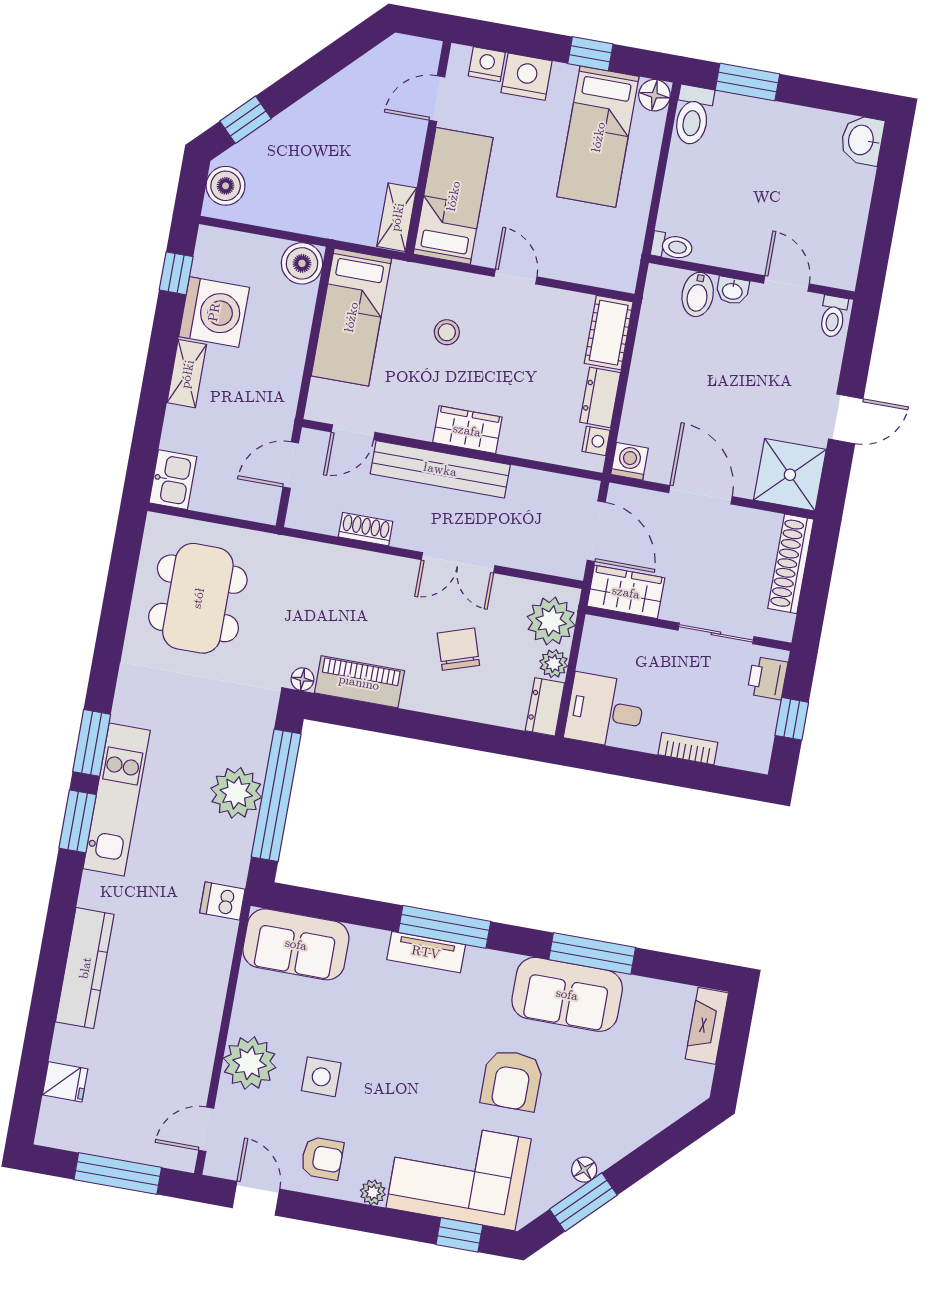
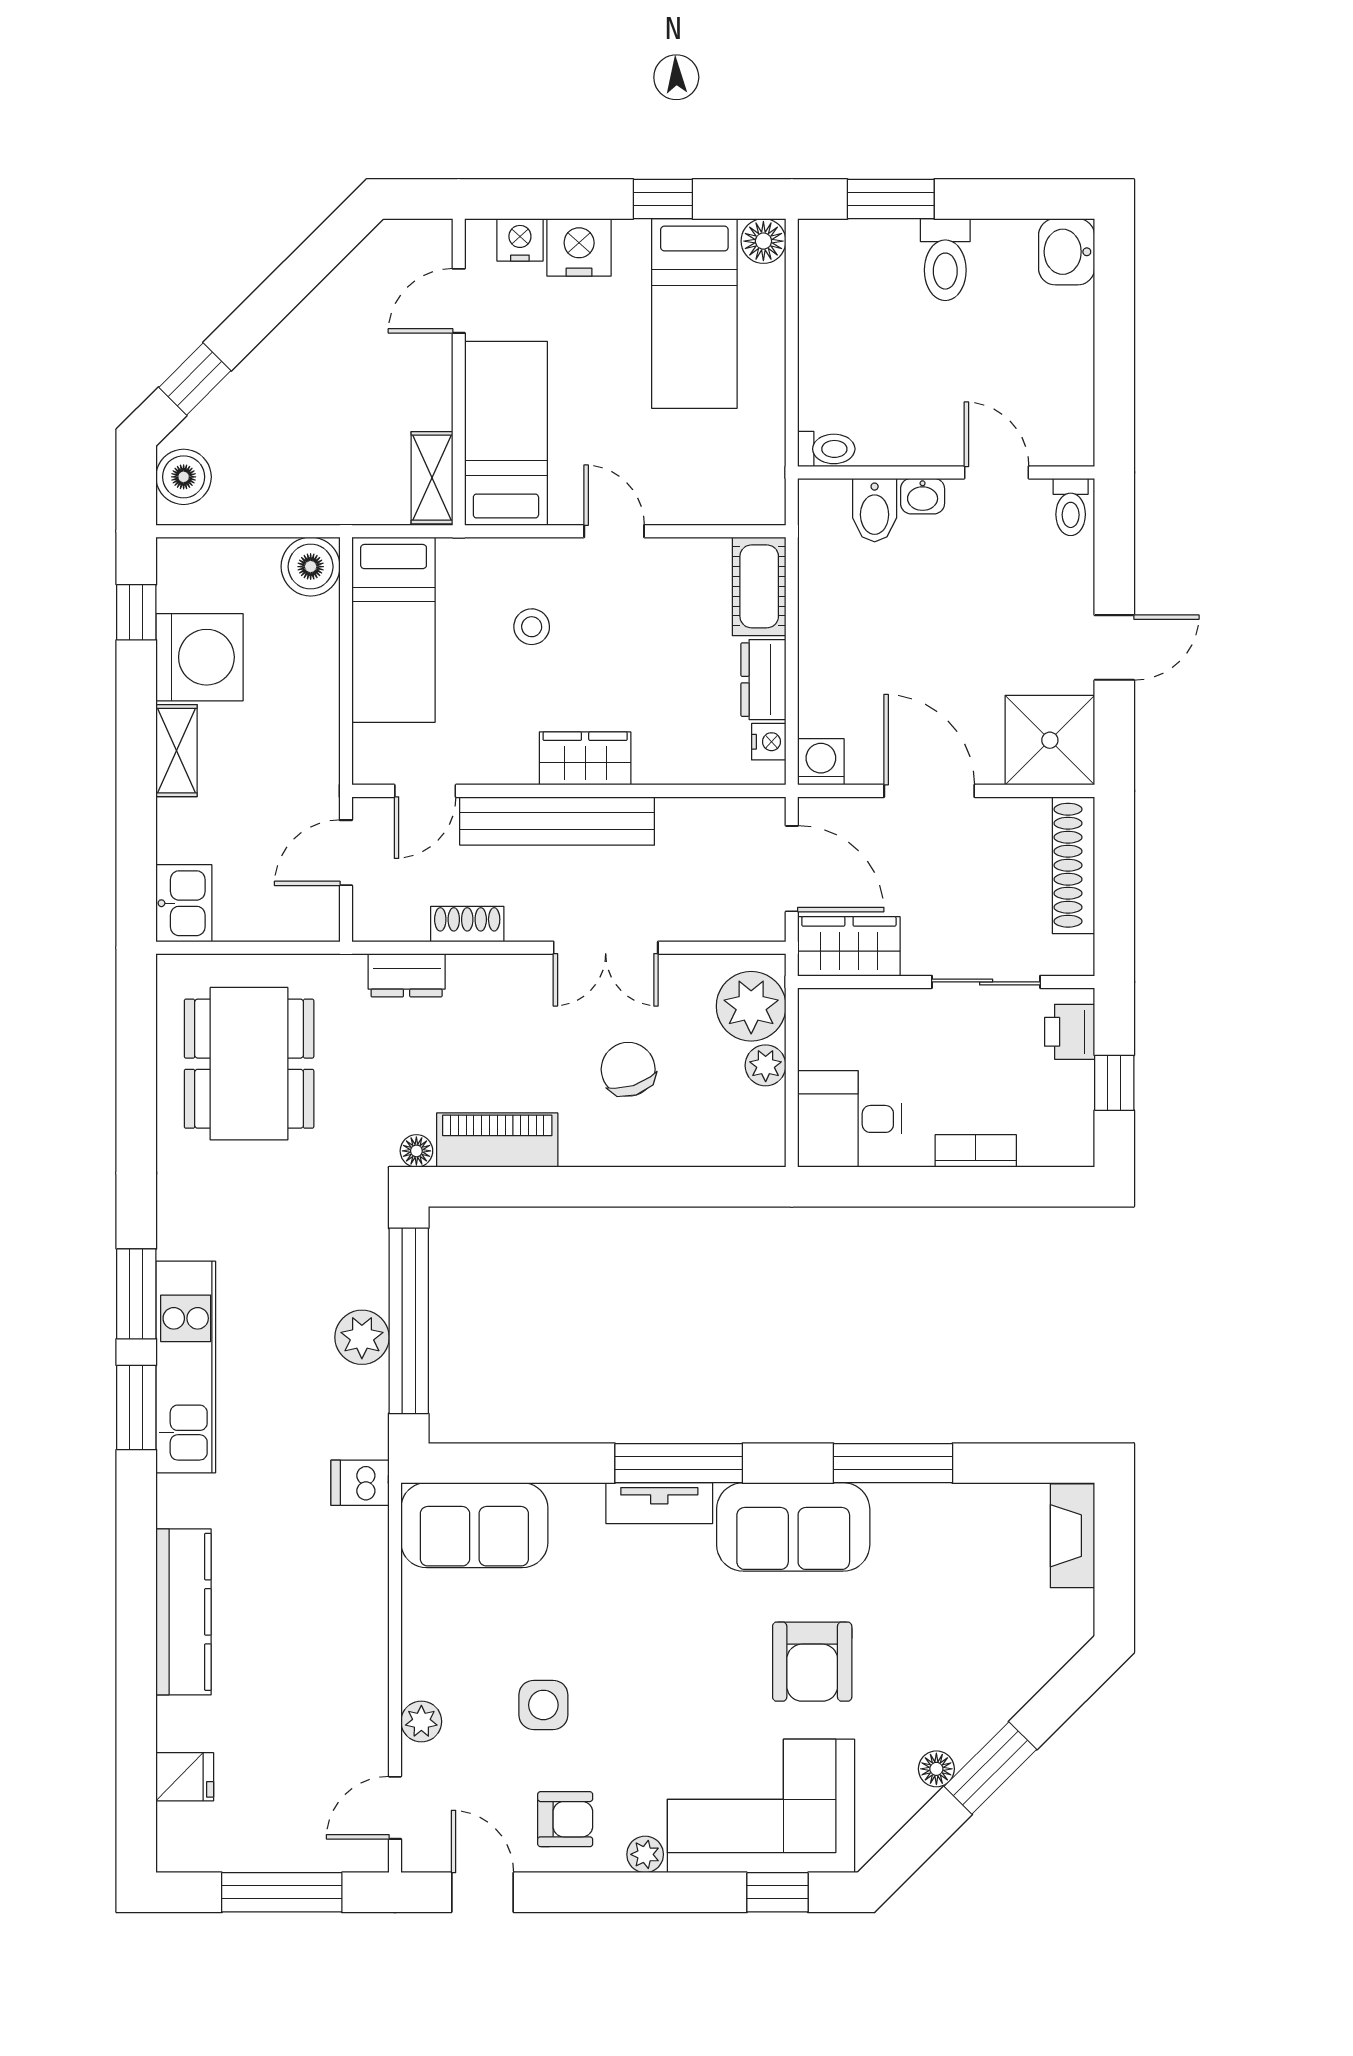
toilet: (693, 115) -> (945, 260), moved
dresser: (545, 707) -> (407, 975), moved, turned -90
plant: (236, 793) -> (362, 1337), width x0.73, depth x0.73
sofa: (567, 994) -> (793, 1527), moved
plant: (250, 1063) -> (421, 1721), width x0.53, depth x0.53
window: (583, 1202) -> (990, 1768), moved

